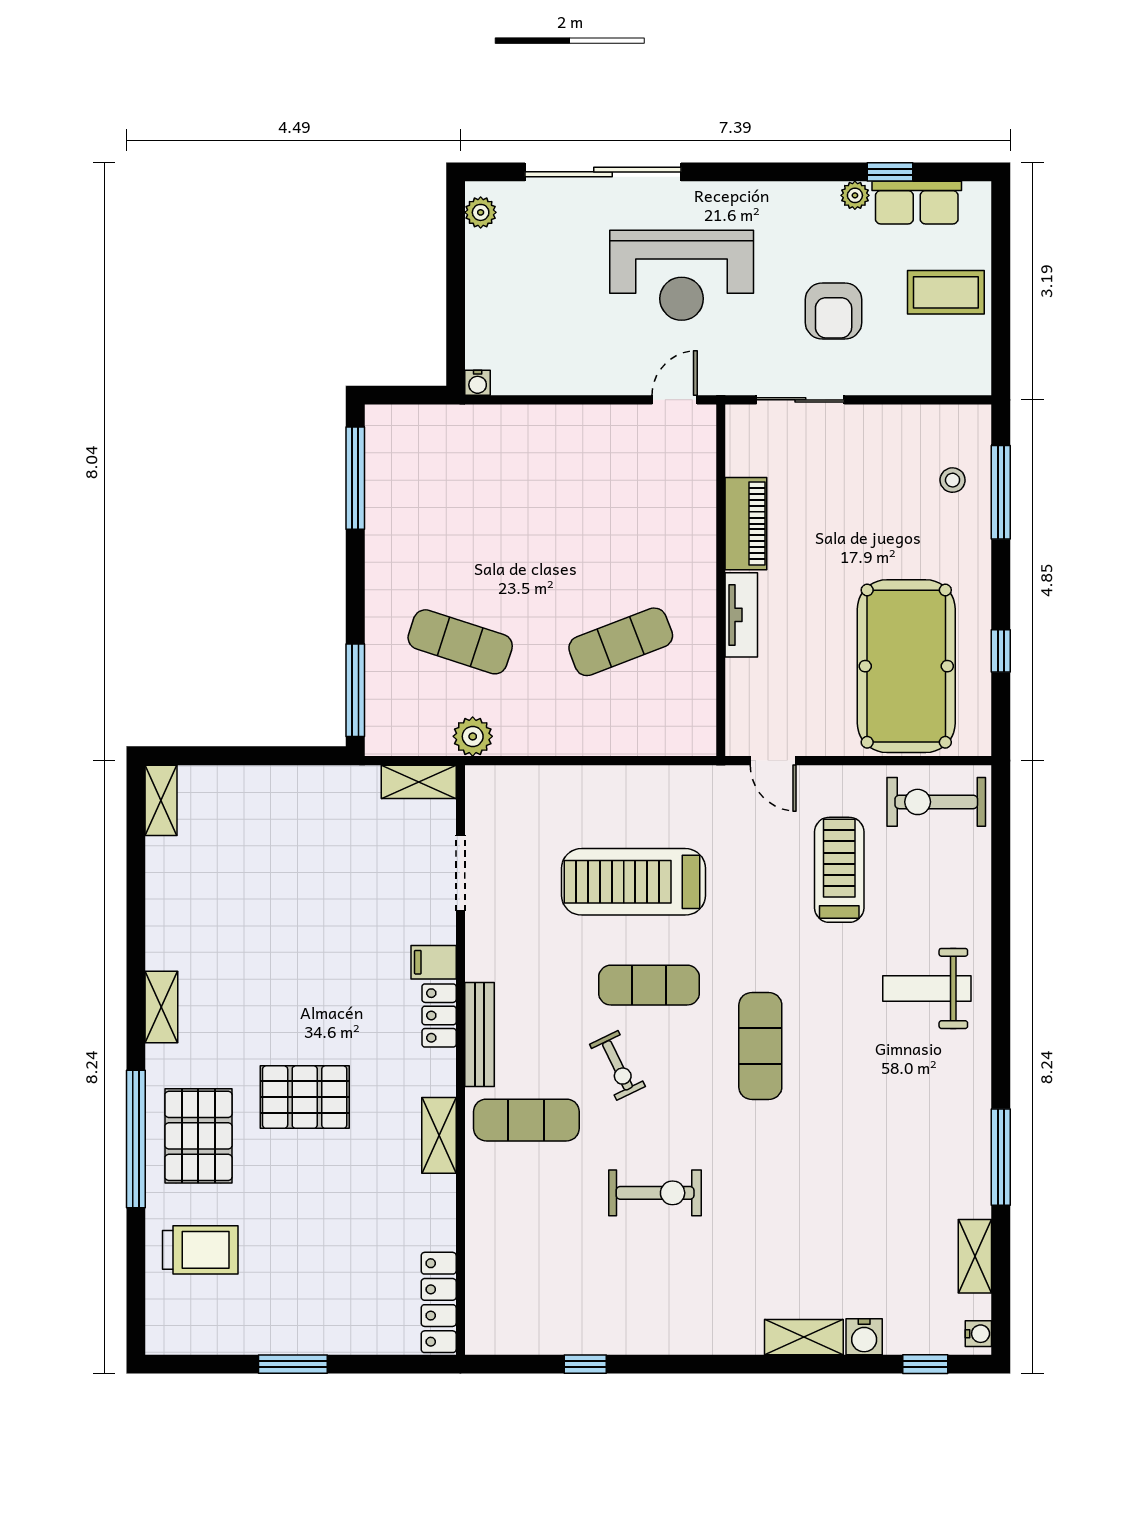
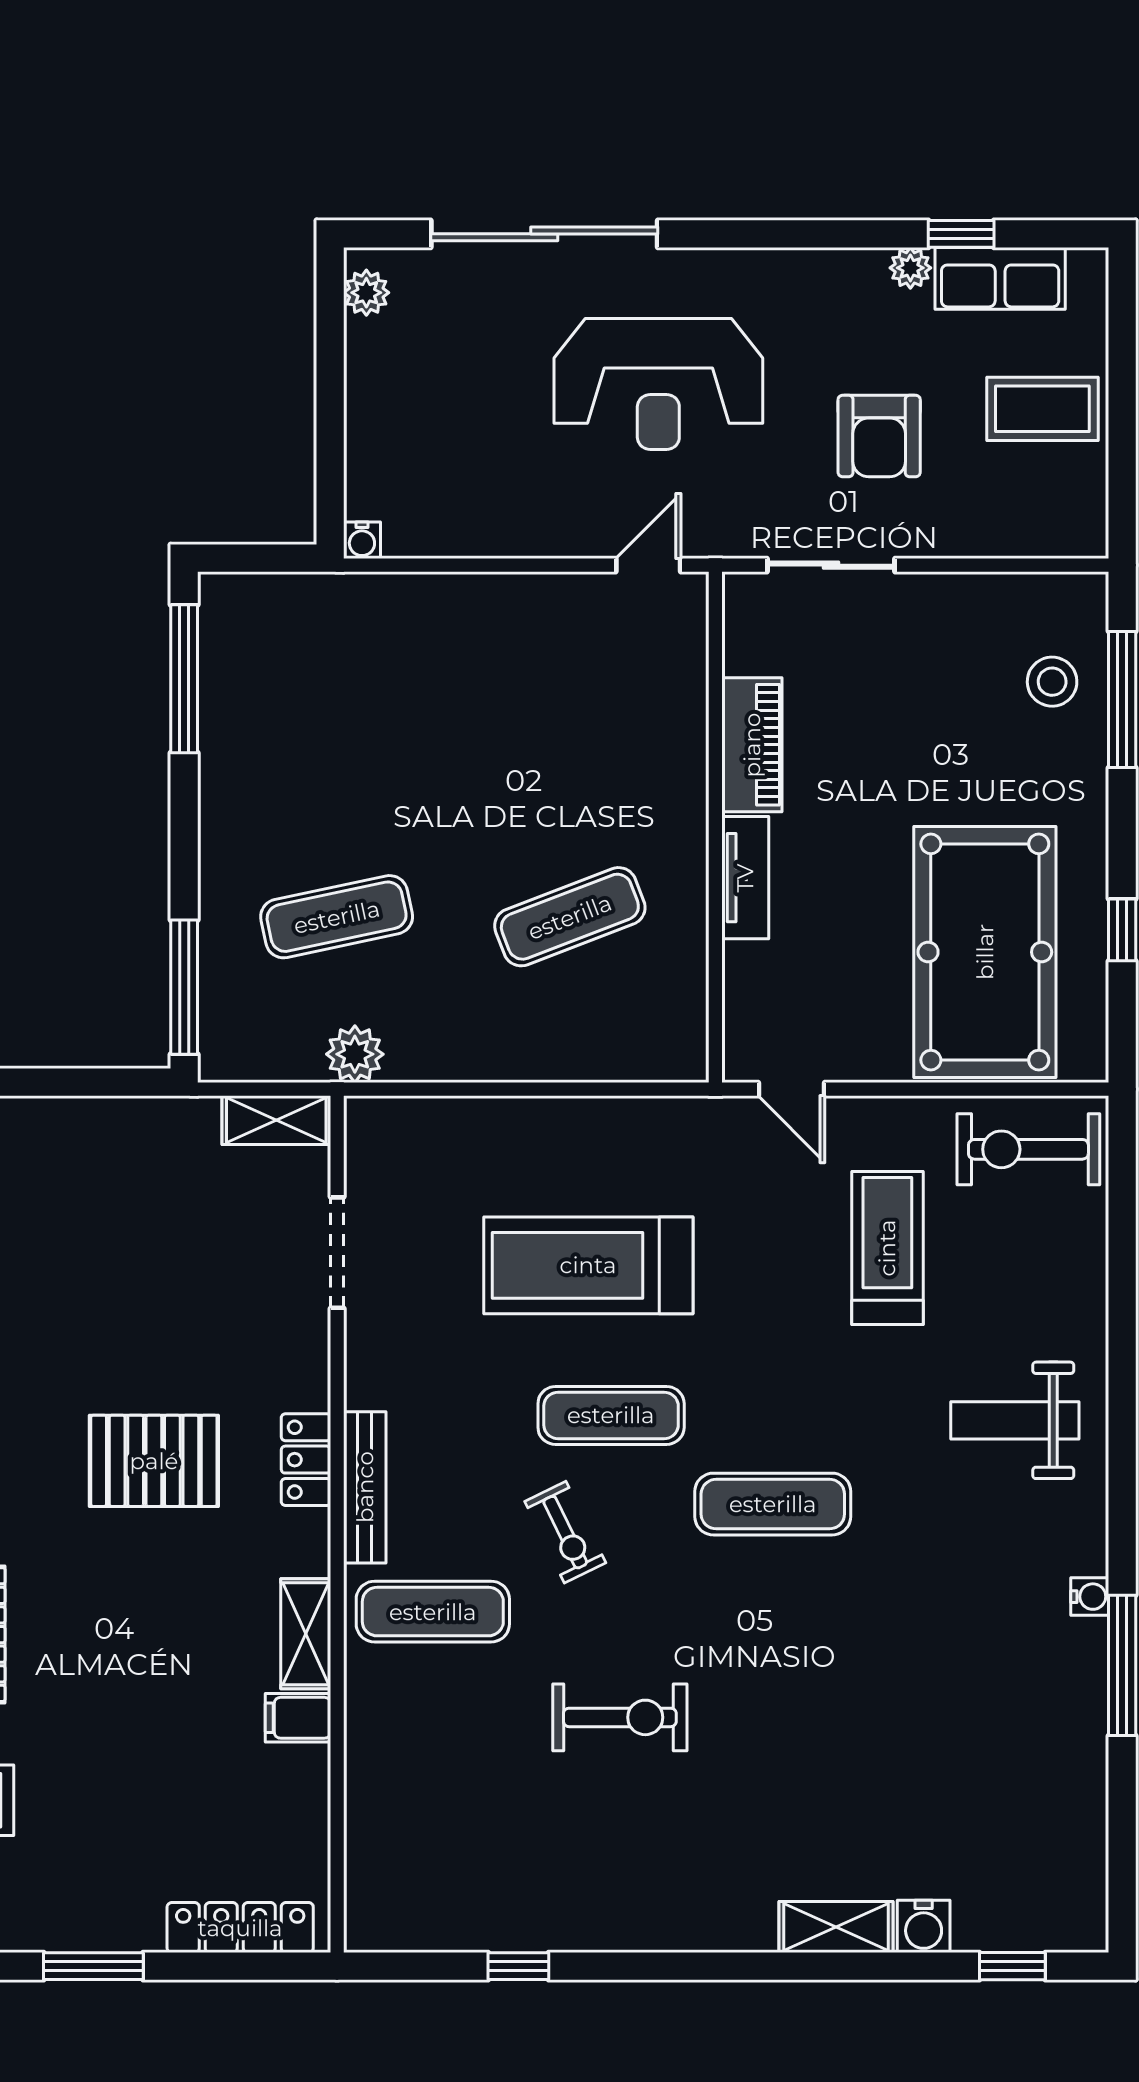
stool: (953, 480) -> (1052, 682), width x1.37, depth x1.37
exercise mat: (460, 642) -> (337, 917), turned -30
filing cabinet: (434, 962) -> (298, 1718), moved
exercise mat: (760, 1046) -> (773, 1504), turned 90
pallet: (305, 1097) -> (154, 1461), moved
shelving: (975, 1256) -> (1085, 1809), removed
locker: (439, 1302) -> (240, 1928), moved, turned 90
water cooler: (978, 1334) -> (1090, 1597), moved

